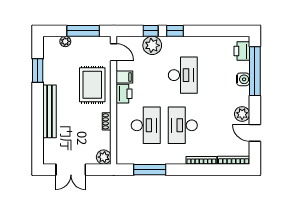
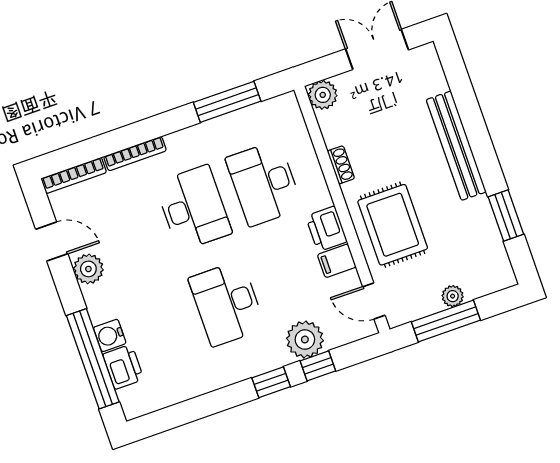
plant: (65, 41) -> (453, 296), moved
printer: (242, 51) -> (123, 367), moved

